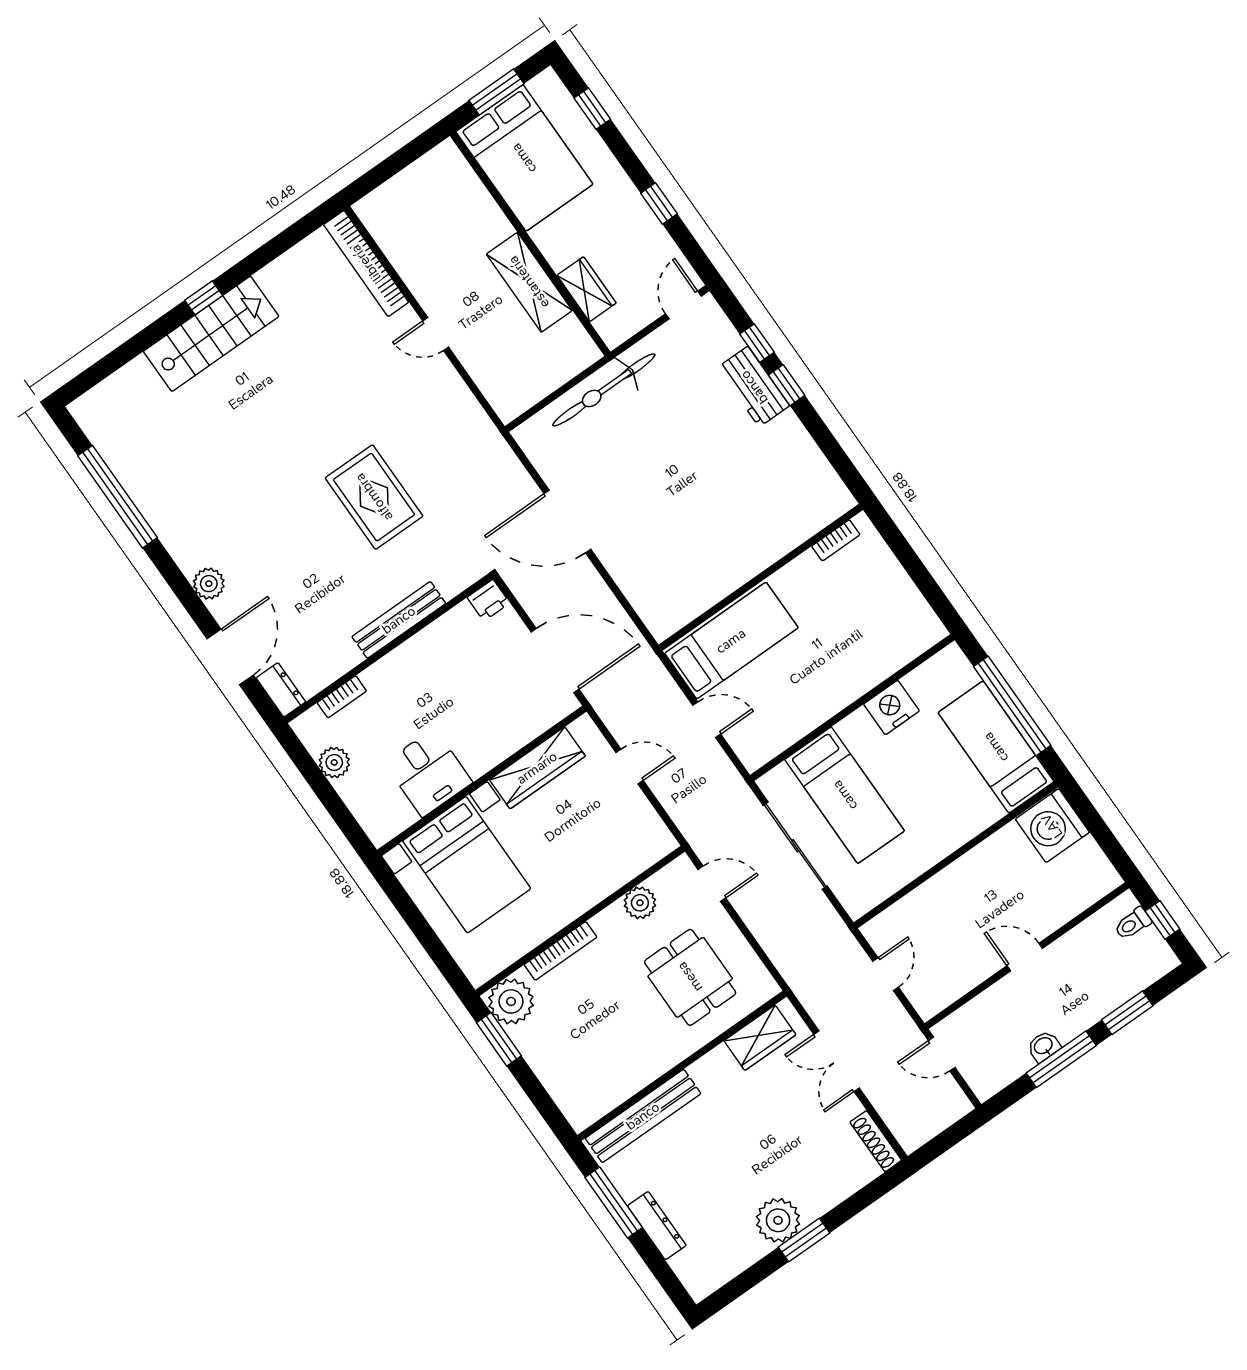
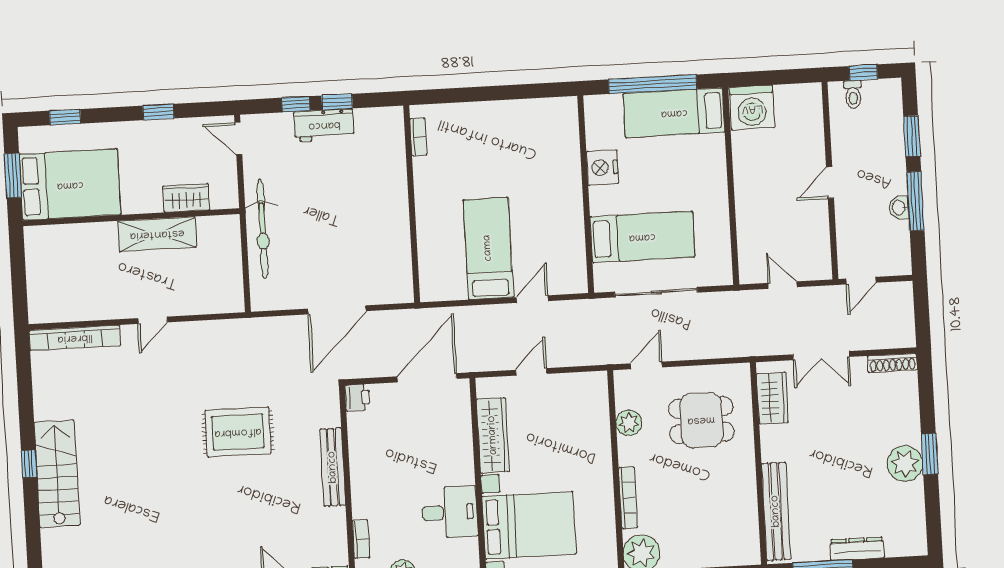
bookcase: (836, 540) -> (418, 137), moved
wall: (761, 577) -> (412, 204), moved

